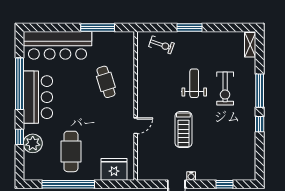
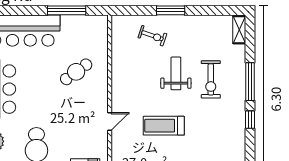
exercise bike: (161, 45) -> (152, 36), moved
cafe table: (106, 82) -> (76, 72), turned 71
treadmill: (183, 129) -> (164, 126), turned 90

